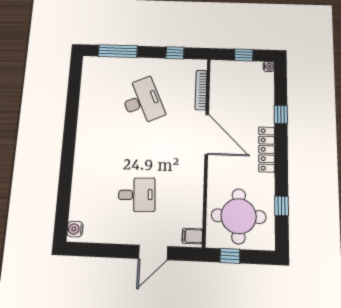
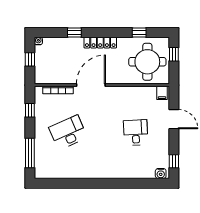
window: (91, 250) -> (174, 161), added
window: (230, 256) -> (174, 54), moved

